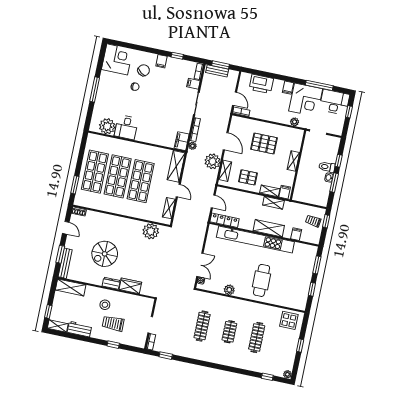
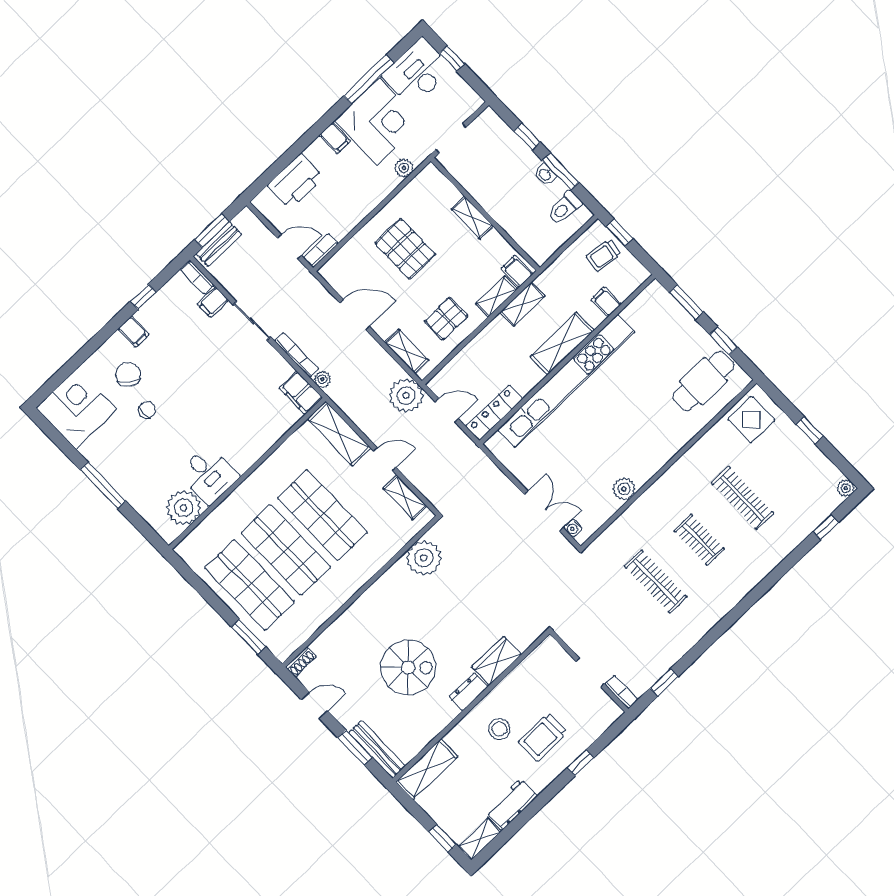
pallet: (264, 143) -> (405, 249), turned 90
plant: (212, 161) -> (406, 395), moved
toilet: (327, 167) -> (565, 208), moved
spiral stairs: (105, 254) -> (408, 667), turned -90
cafe table: (262, 280) -> (703, 381), moved, turned 90

